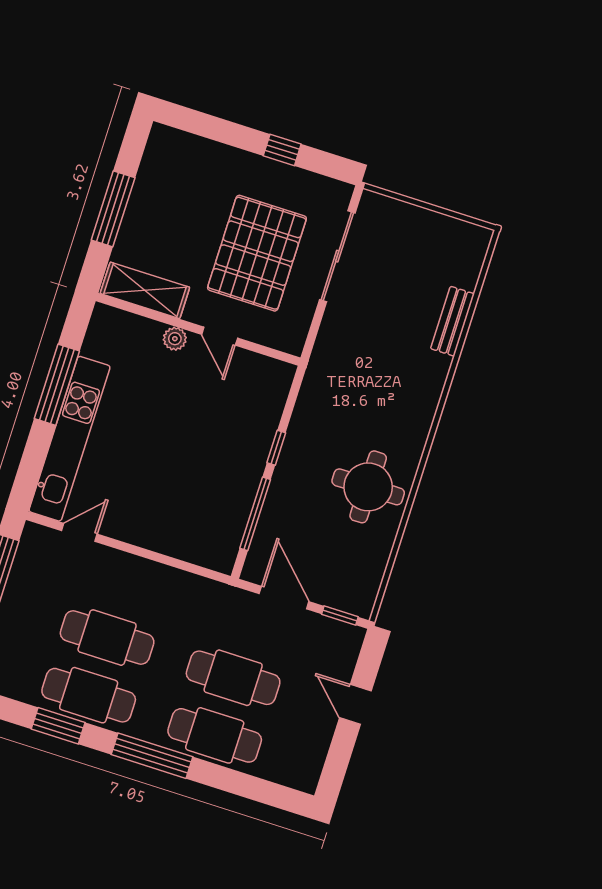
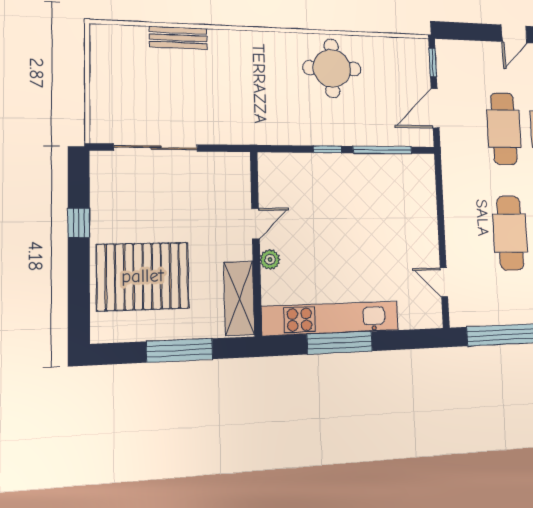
pallet: (257, 253) -> (143, 276), moved
kitchen unit: (70, 439) -> (331, 318), moved
door: (355, 704) -> (514, 34), moved

